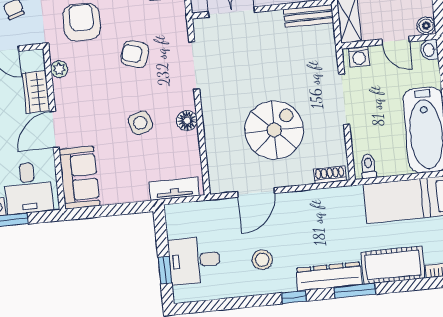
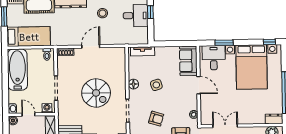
wardrobe: (36, 92) -> (206, 104), removed
door: (54, 129) -> (199, 85), hinge flipped
spiral stairs: (274, 130) -> (96, 93), moved, turned -90
door: (256, 193) -> (91, 46), moved

